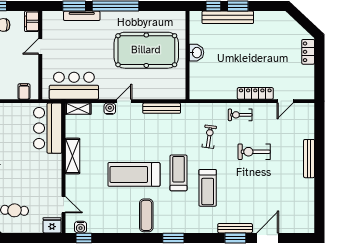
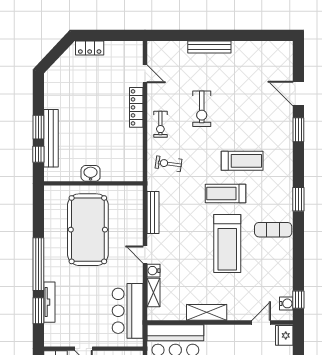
shelving: (78, 109) -> (153, 292), moved
exercise bike: (209, 137) -> (168, 164), moved
bench: (235, 228) -> (288, 130), removed

